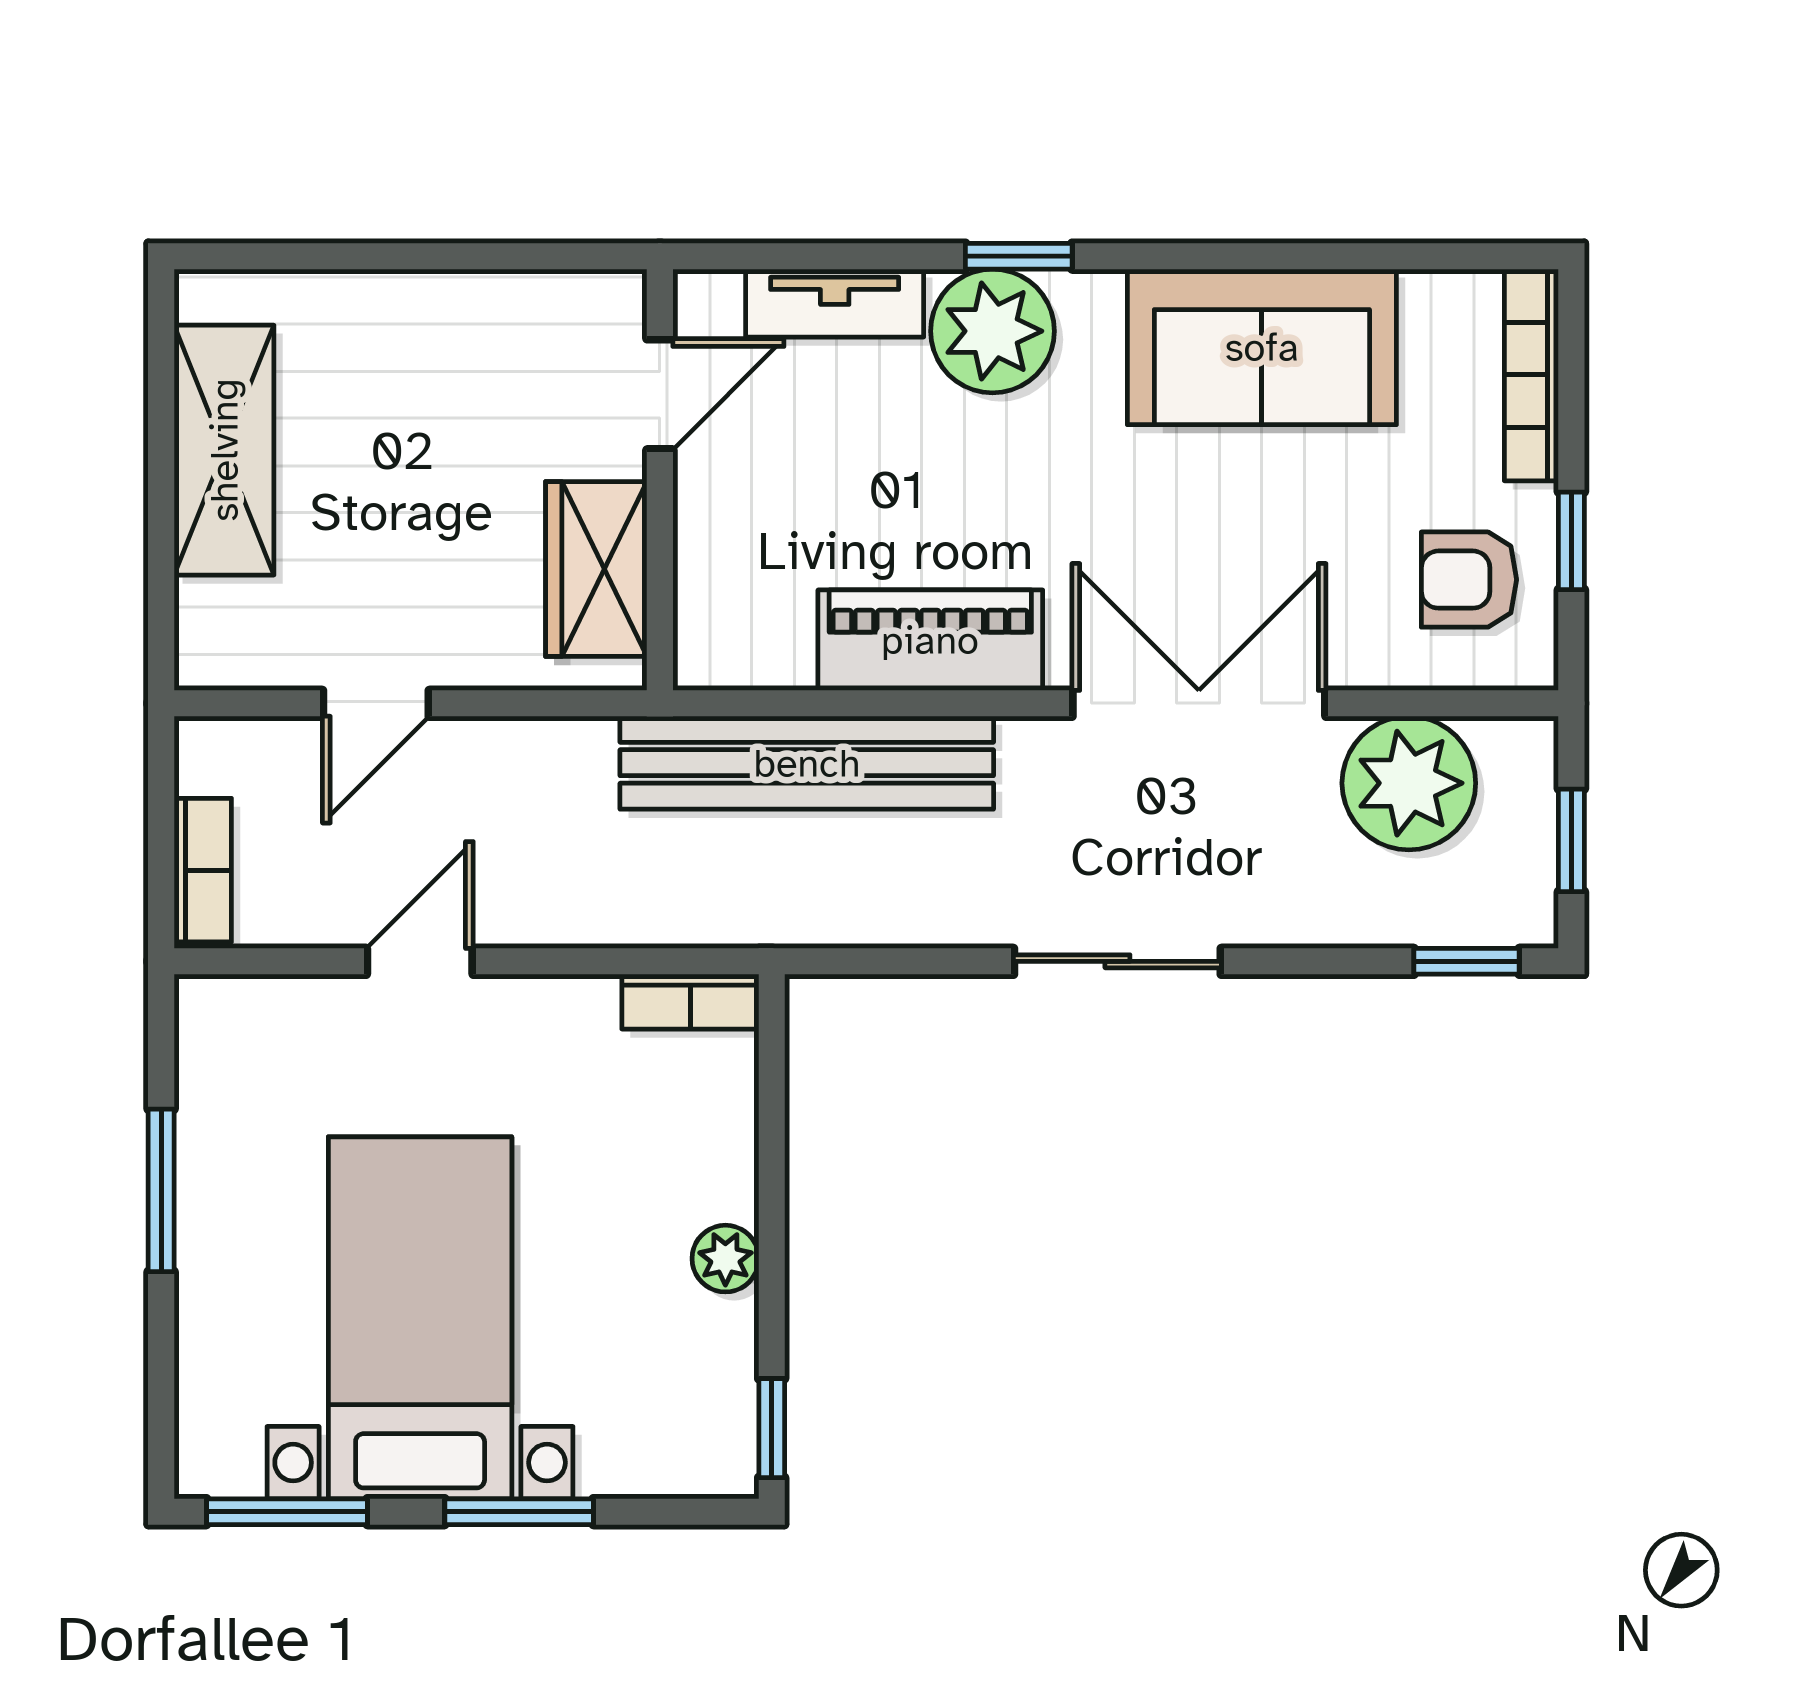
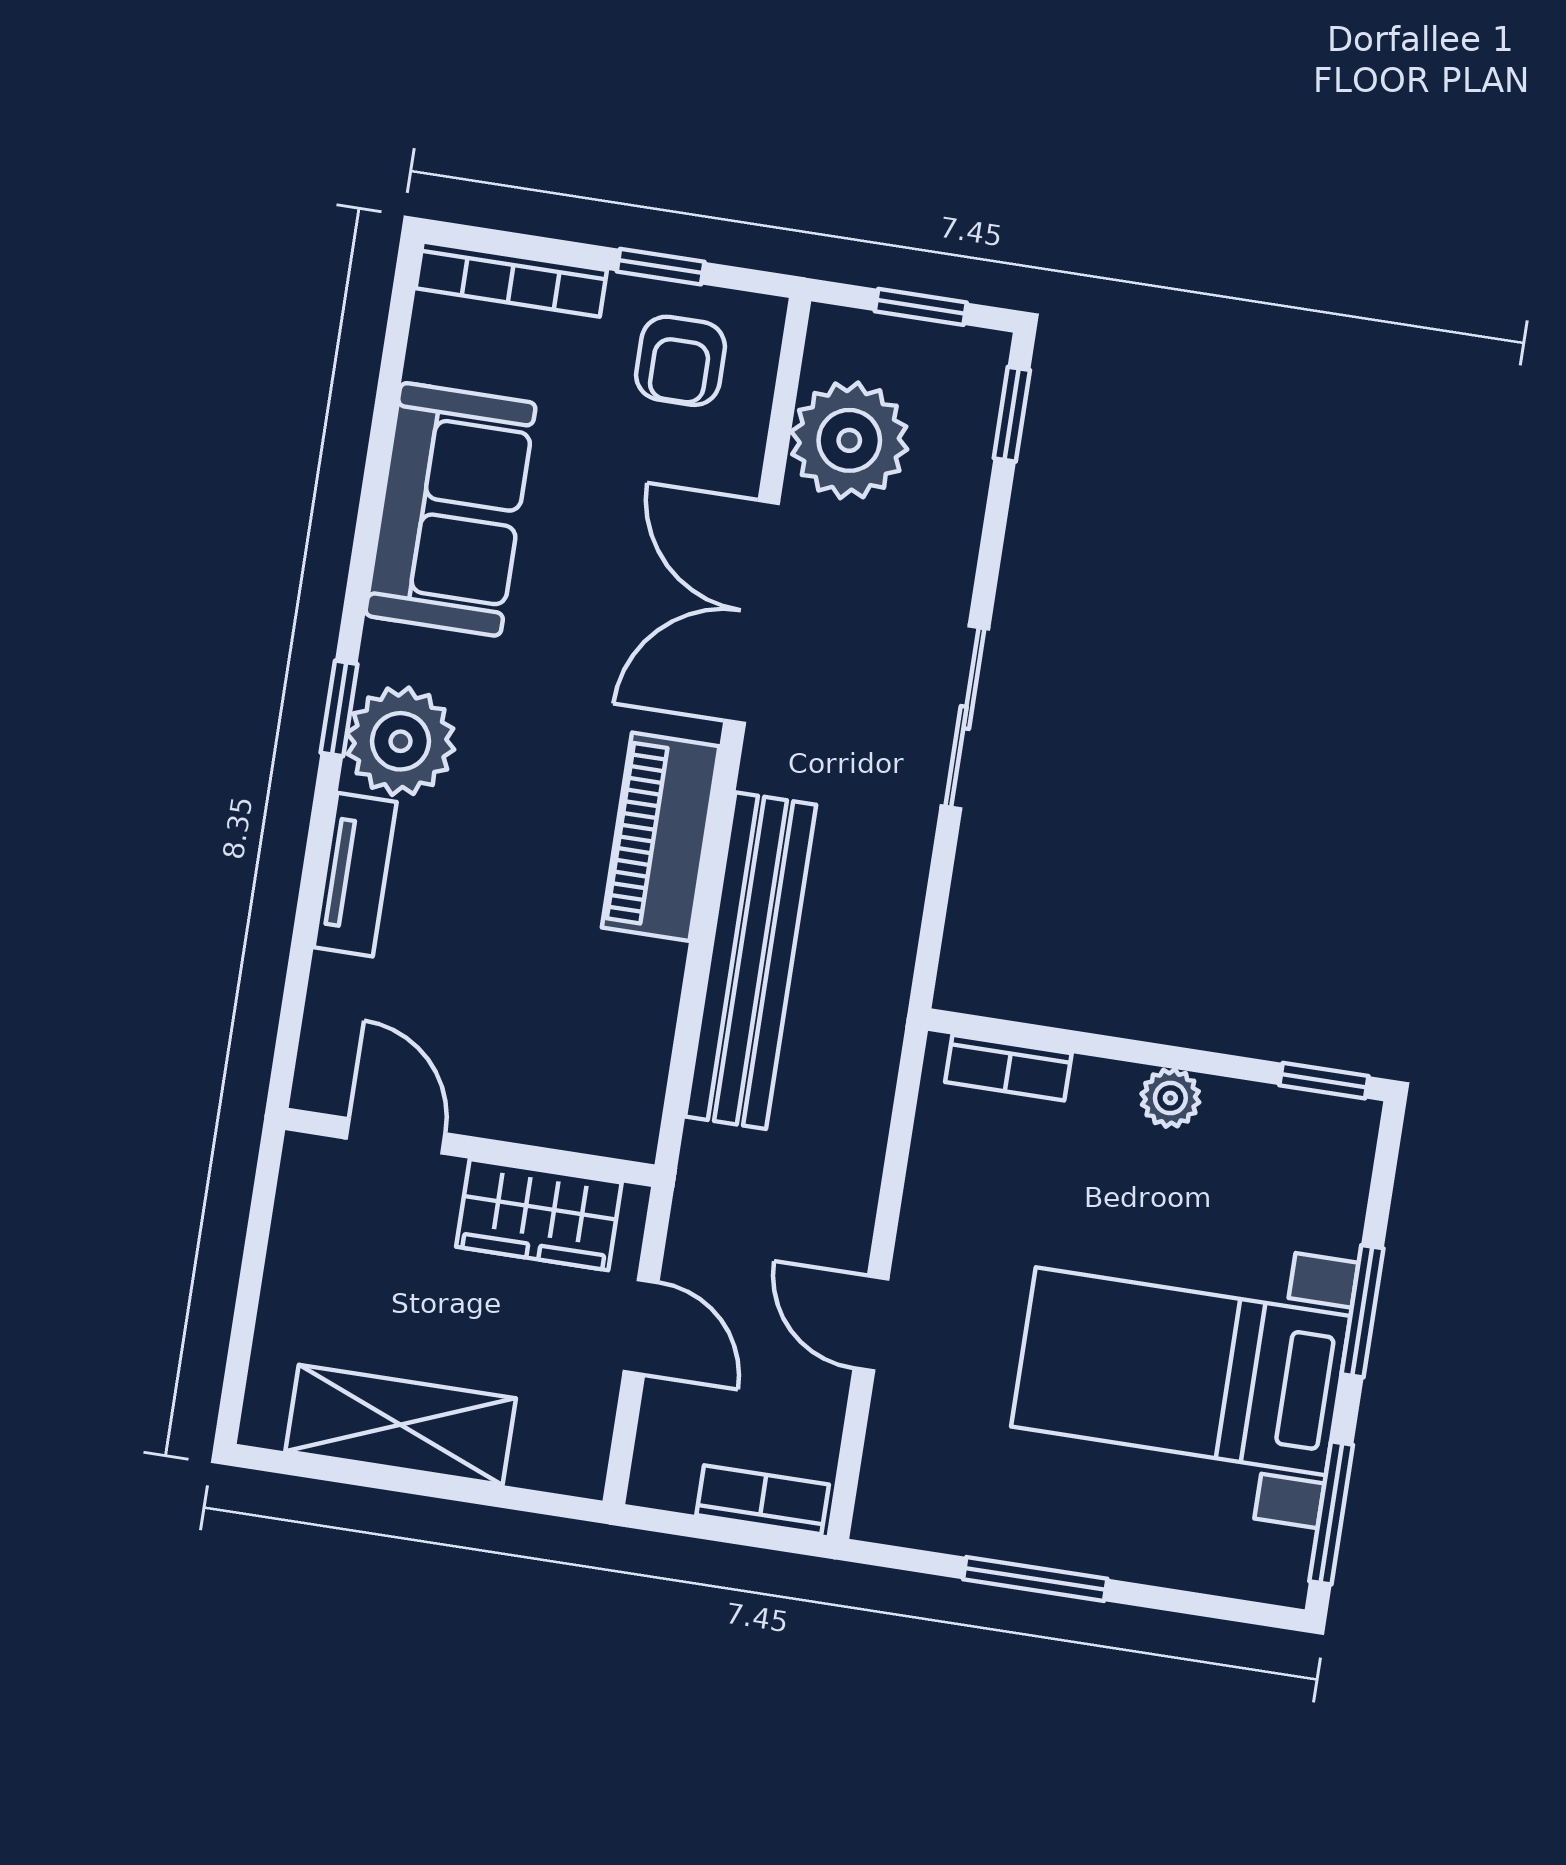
door: (660, 394) -> (396, 1136), moved
wall: (660, 480) -> (470, 1147), moved
wardrobe: (596, 569) -> (539, 1215), moved
bookcase: (690, 1002) -> (1008, 1068), moved, turned 90

